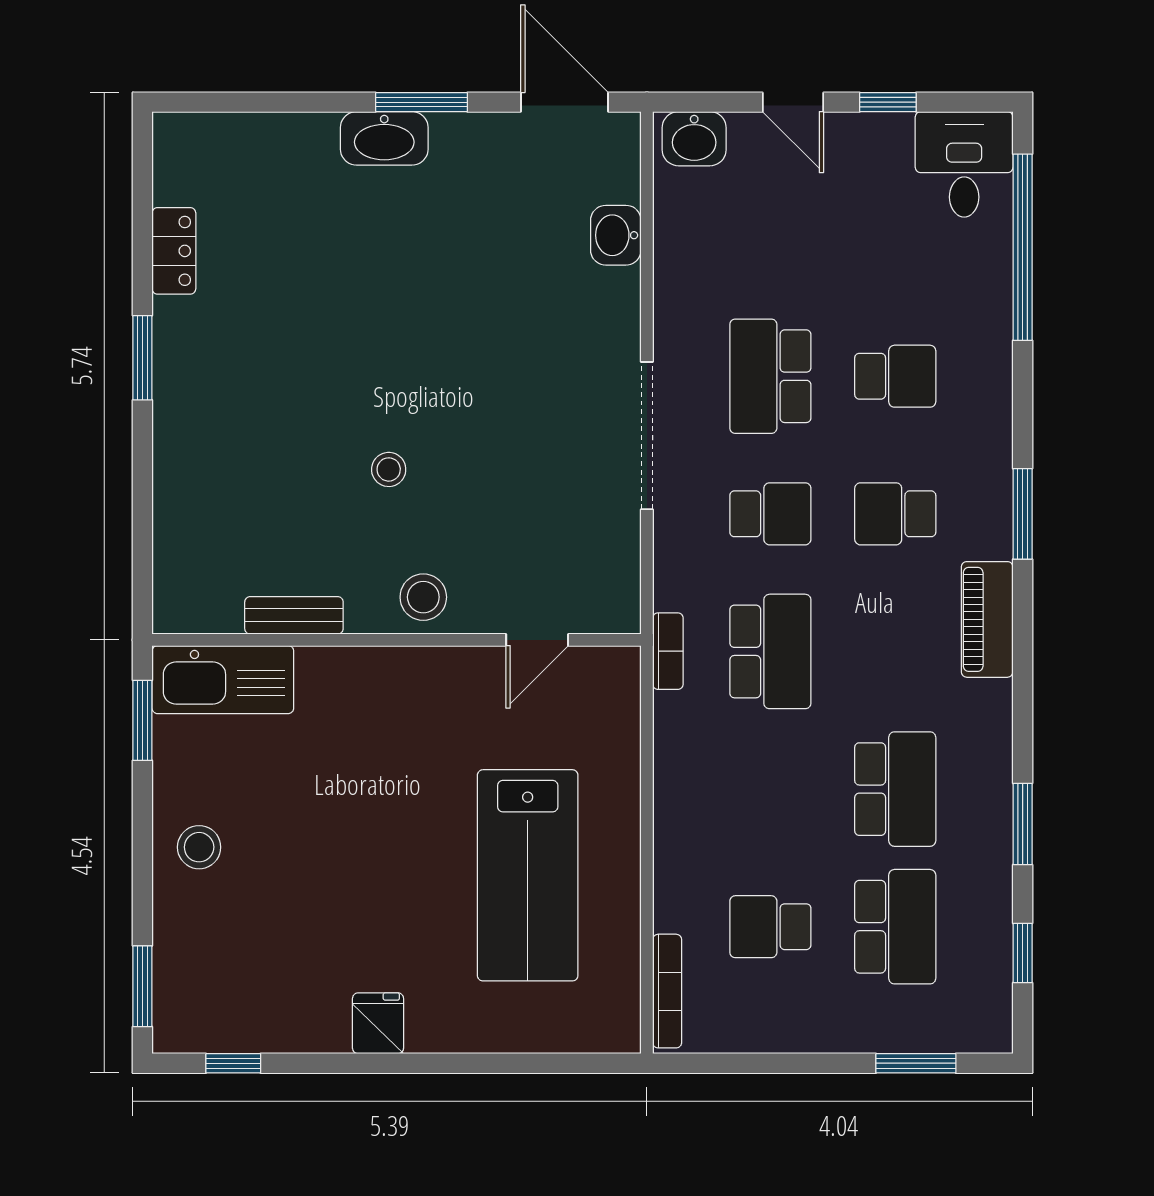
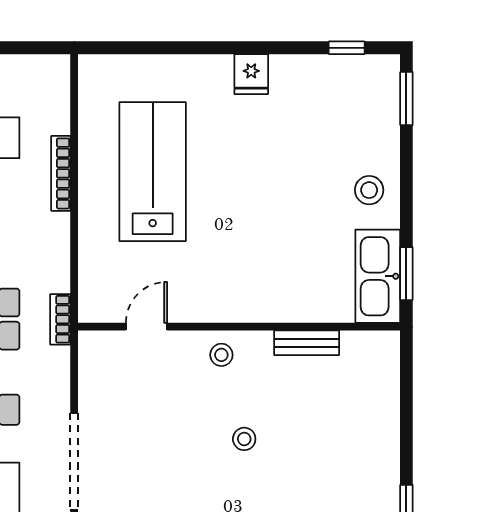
stool: (423, 597) -> (221, 355), width x0.73, depth x0.73
kitchen sink: (223, 680) -> (378, 276), moved, turned -90
bookcase: (667, 991) -> (61, 173), moved

